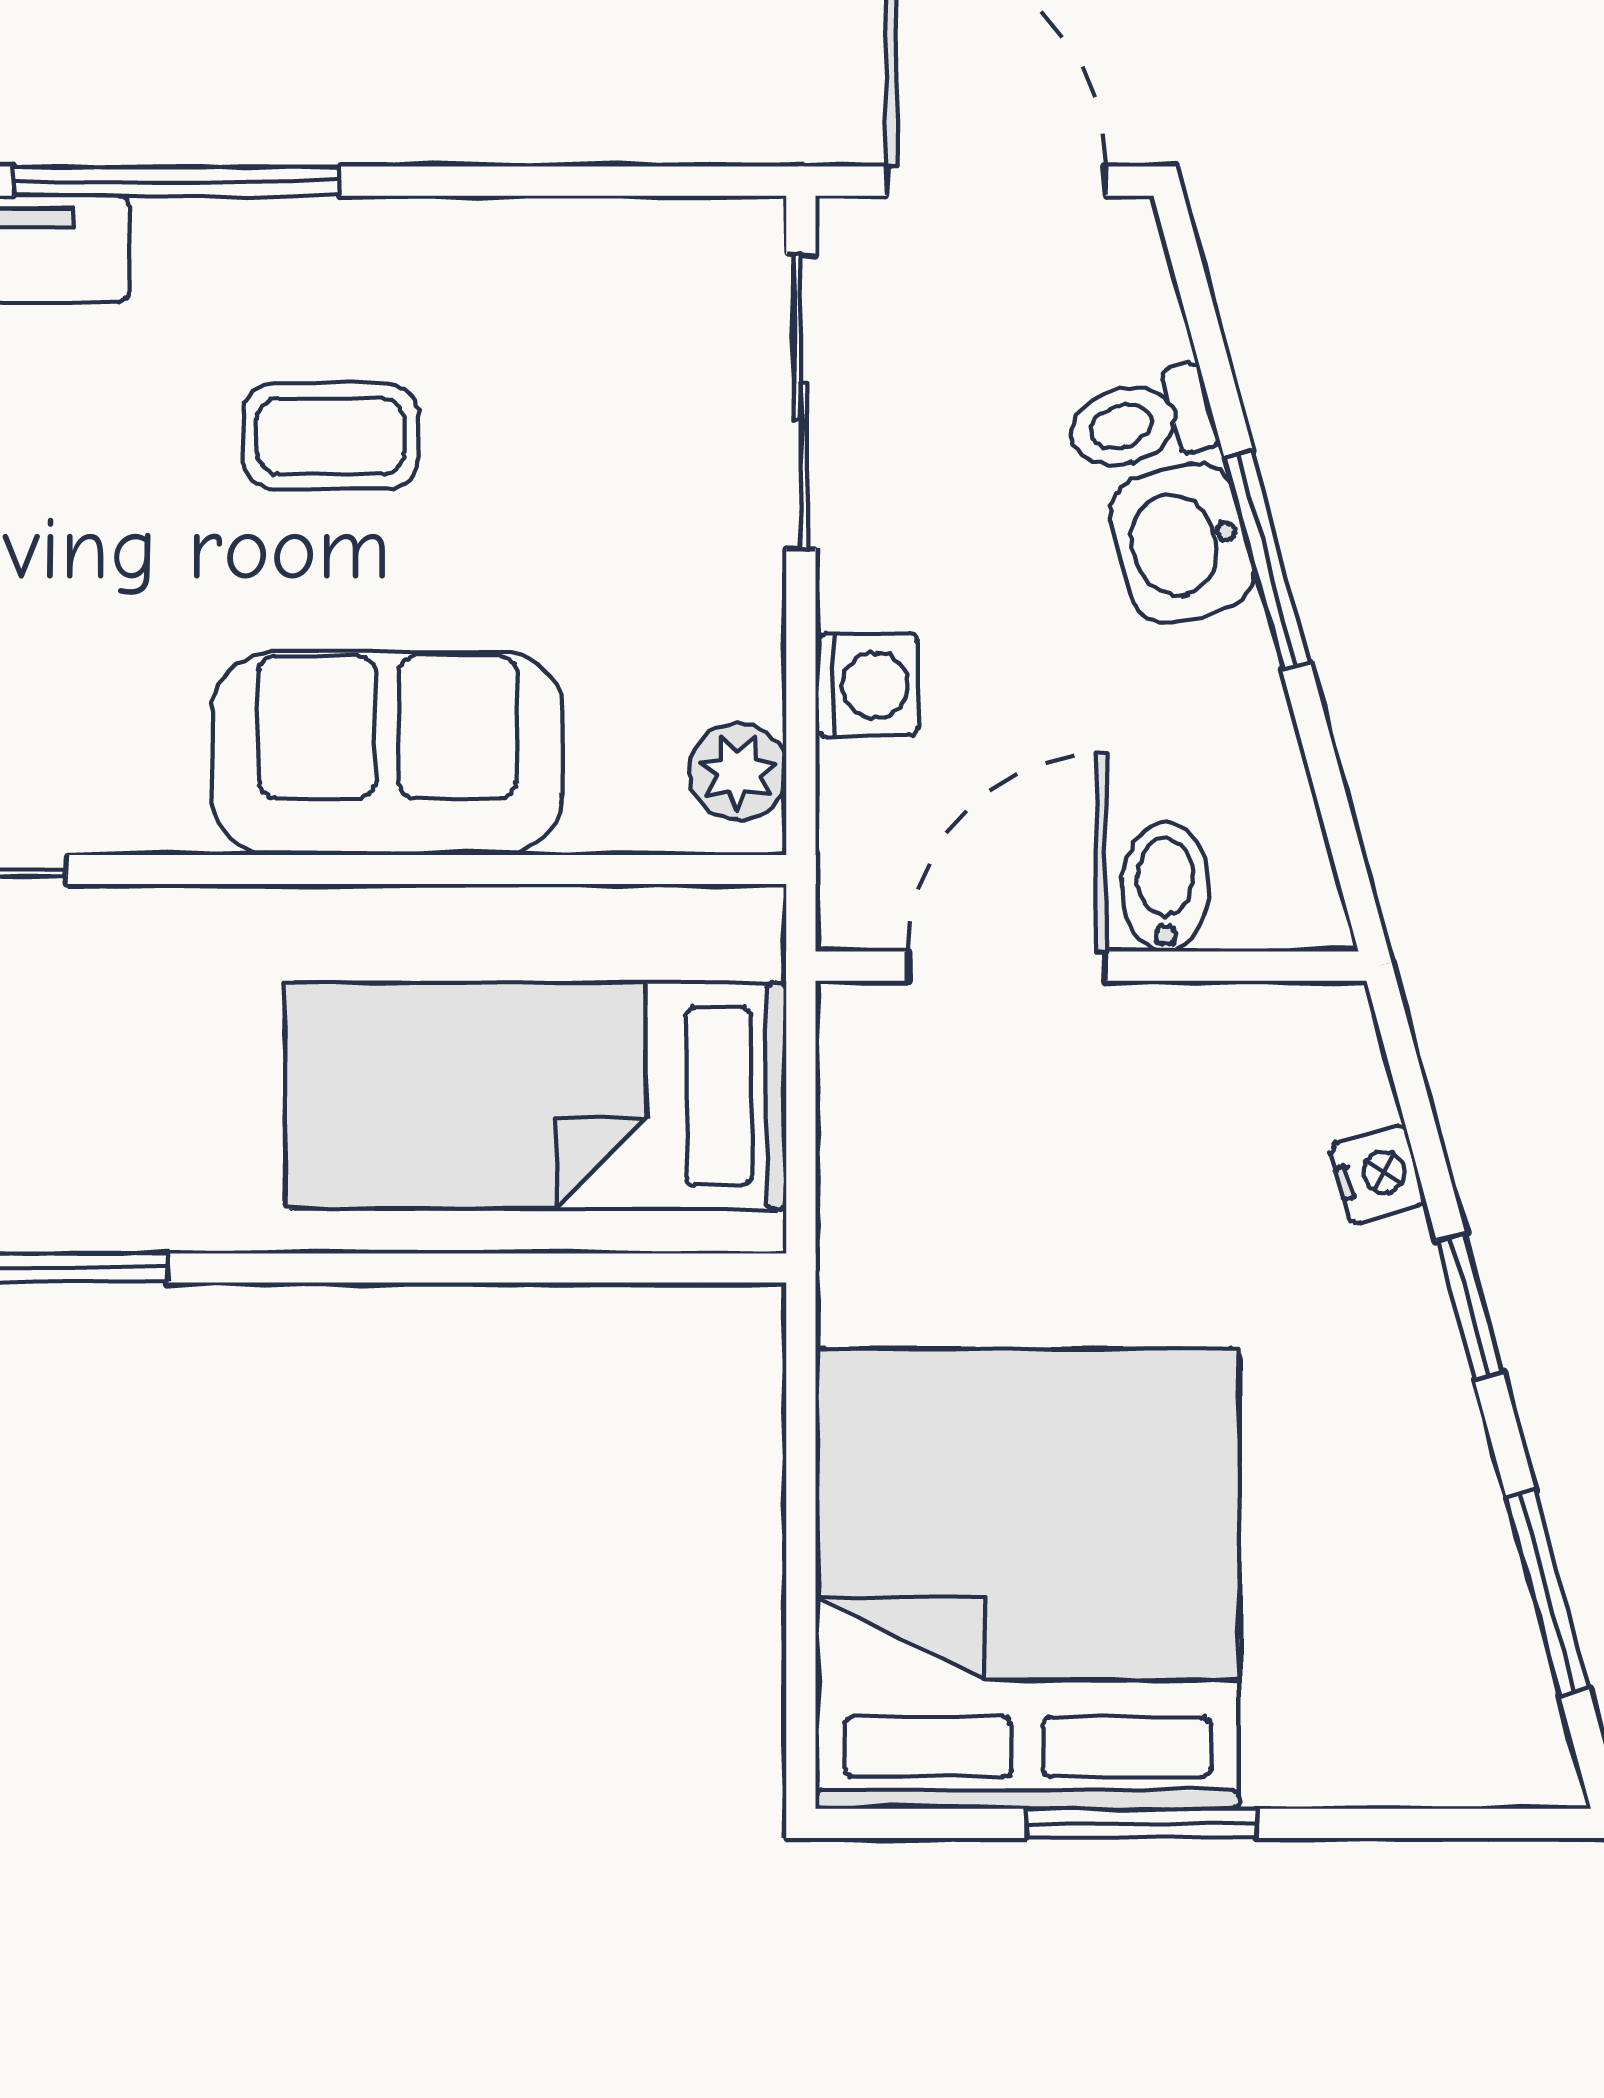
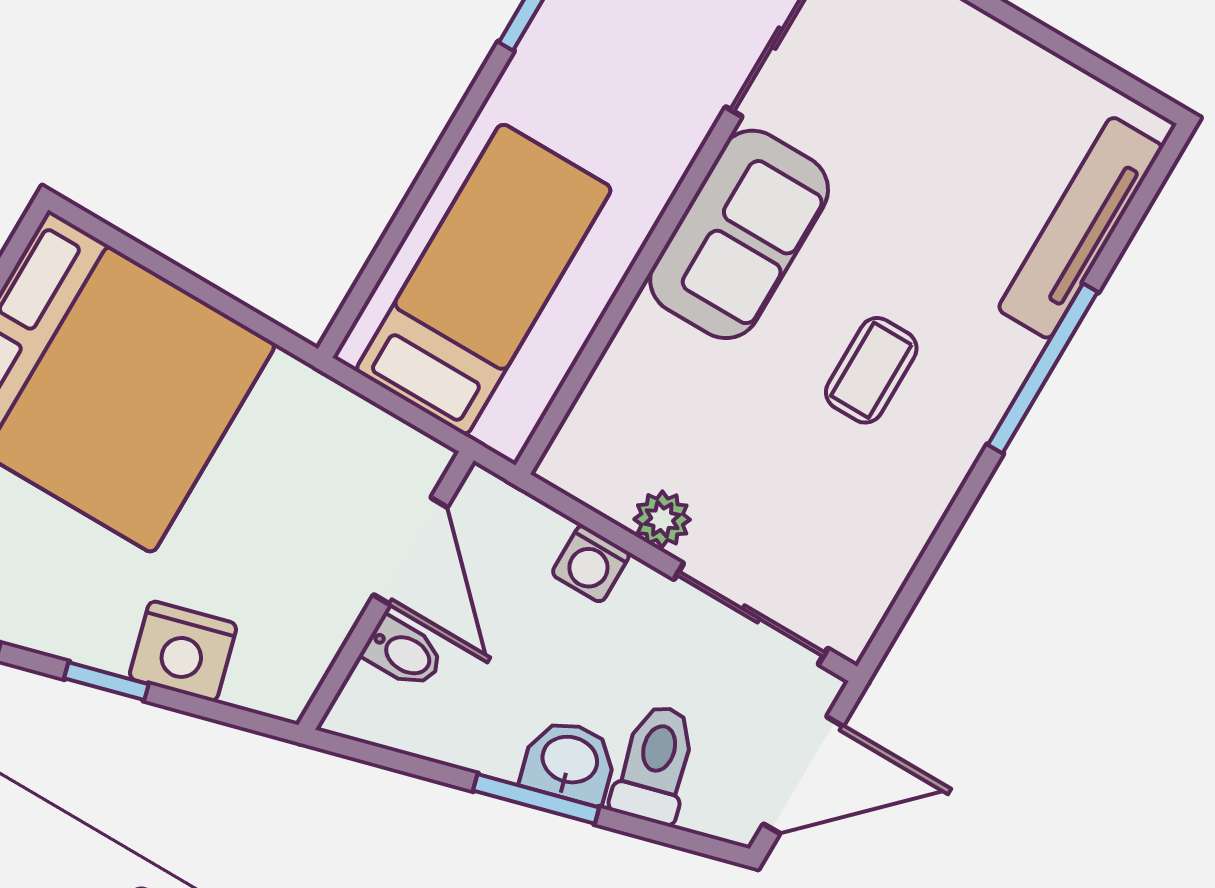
toilet: (1141, 421) -> (655, 764), width x1.37, depth x1.39
sofa: (387, 753) -> (739, 234), moved
plant: (738, 772) -> (662, 519), moved
nightstand: (1378, 1174) -> (183, 651), width x1.89, depth x1.79

